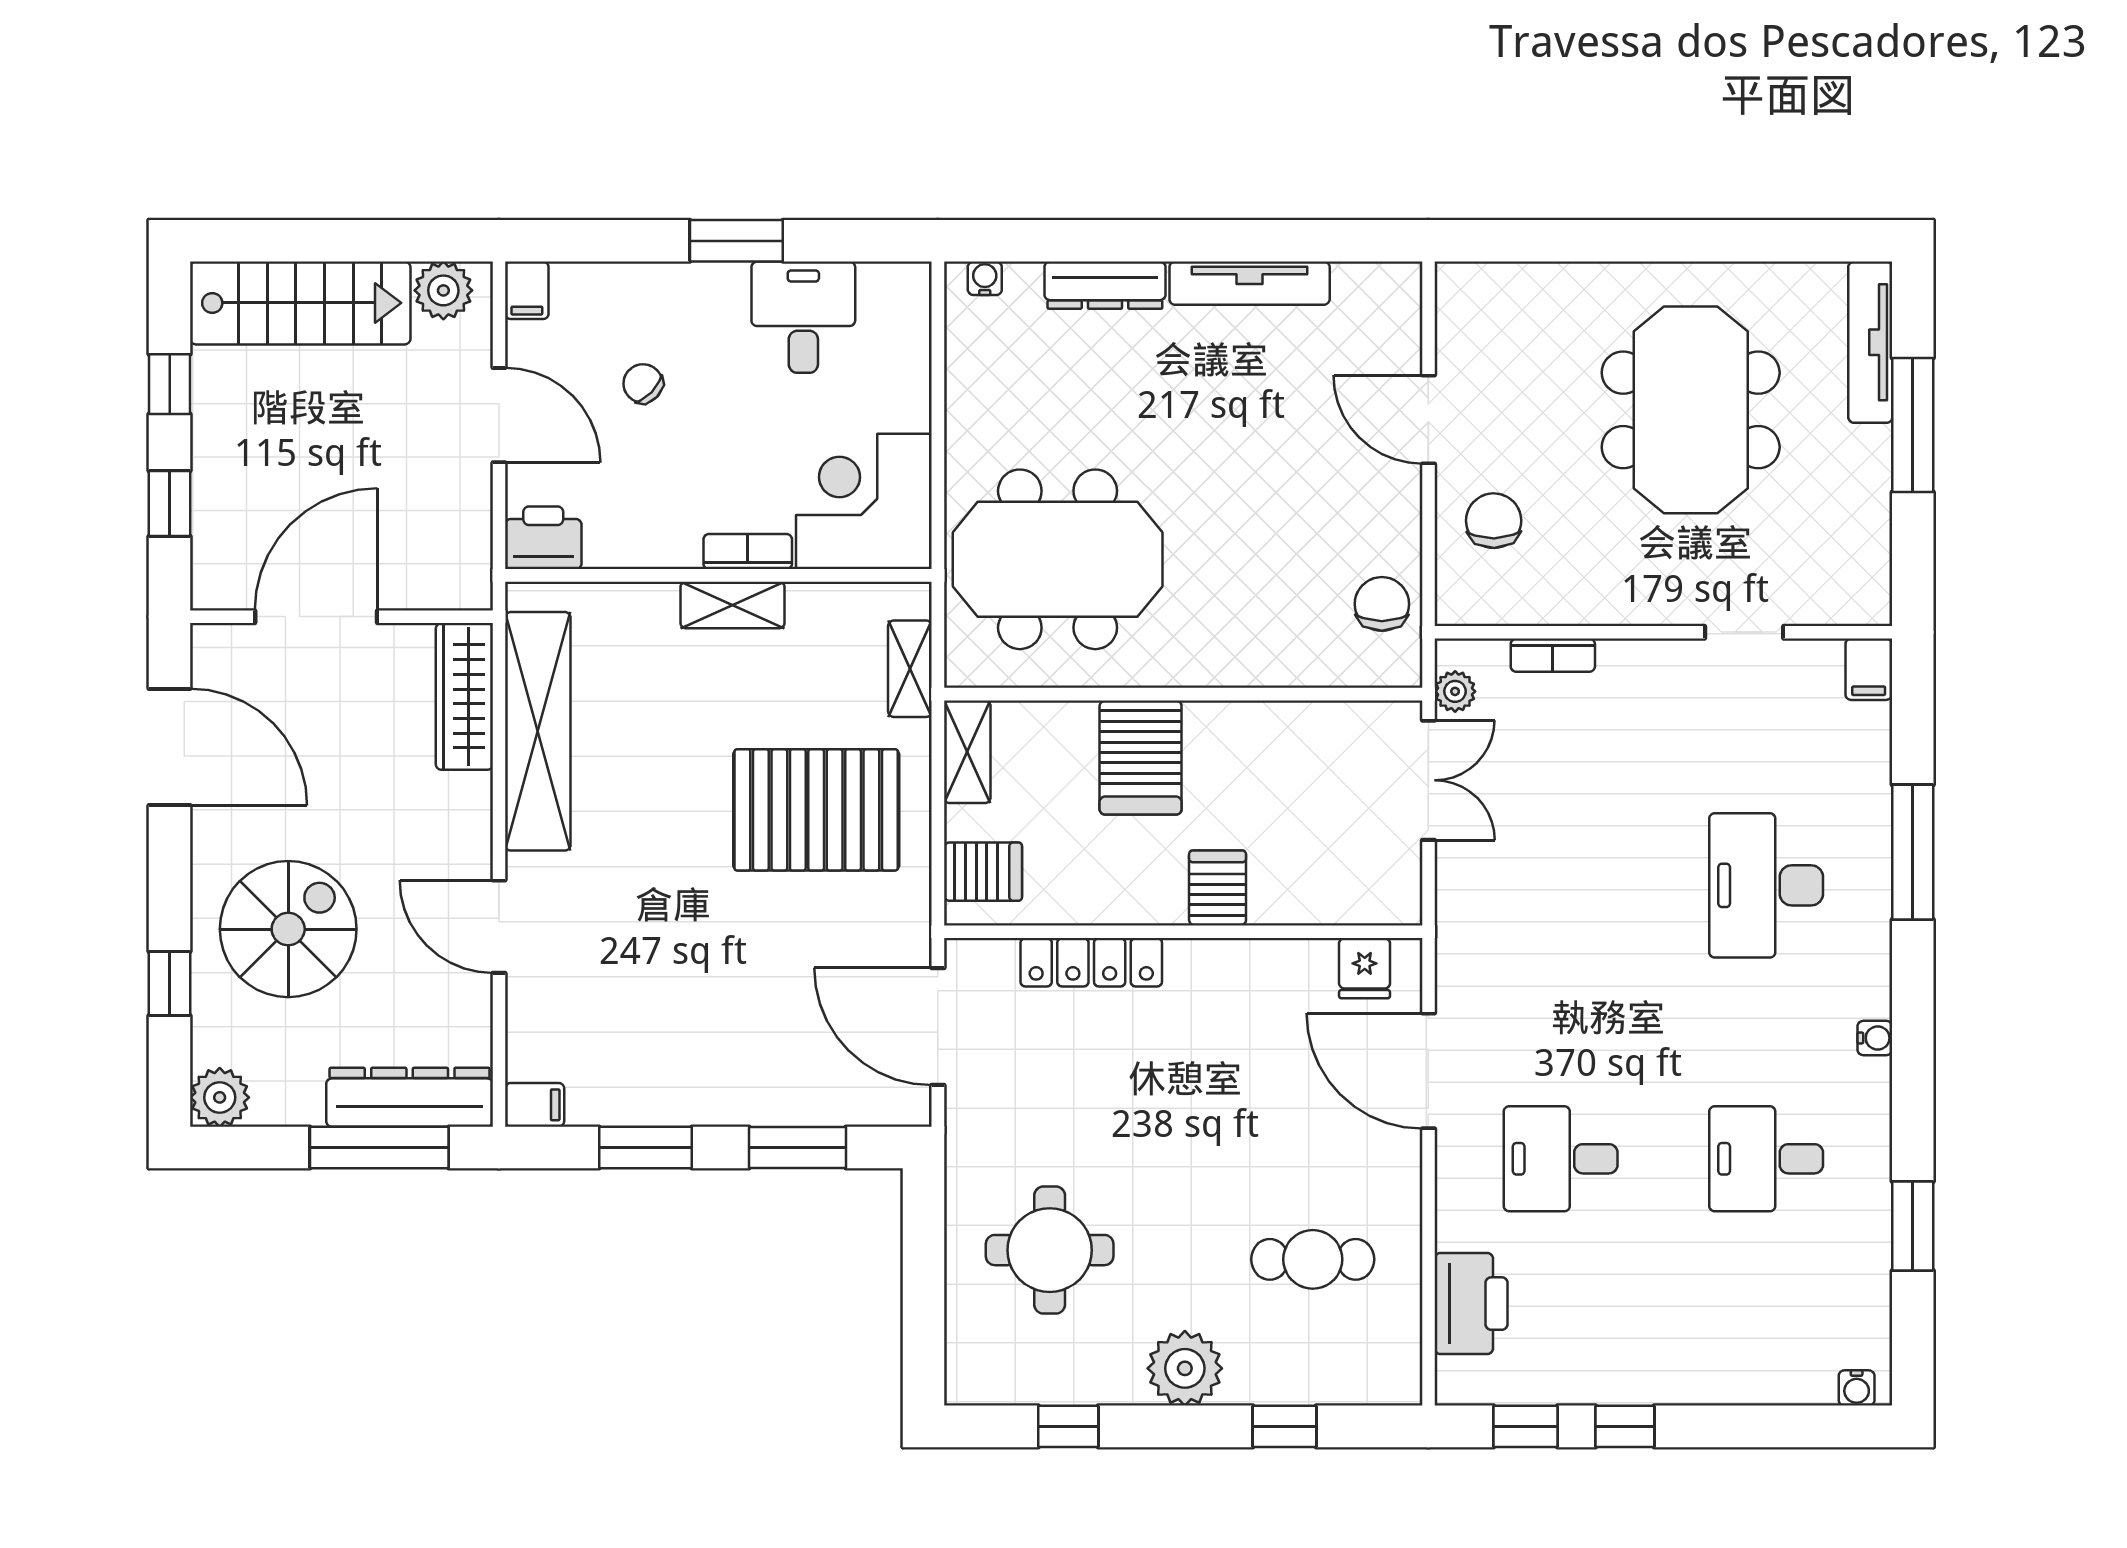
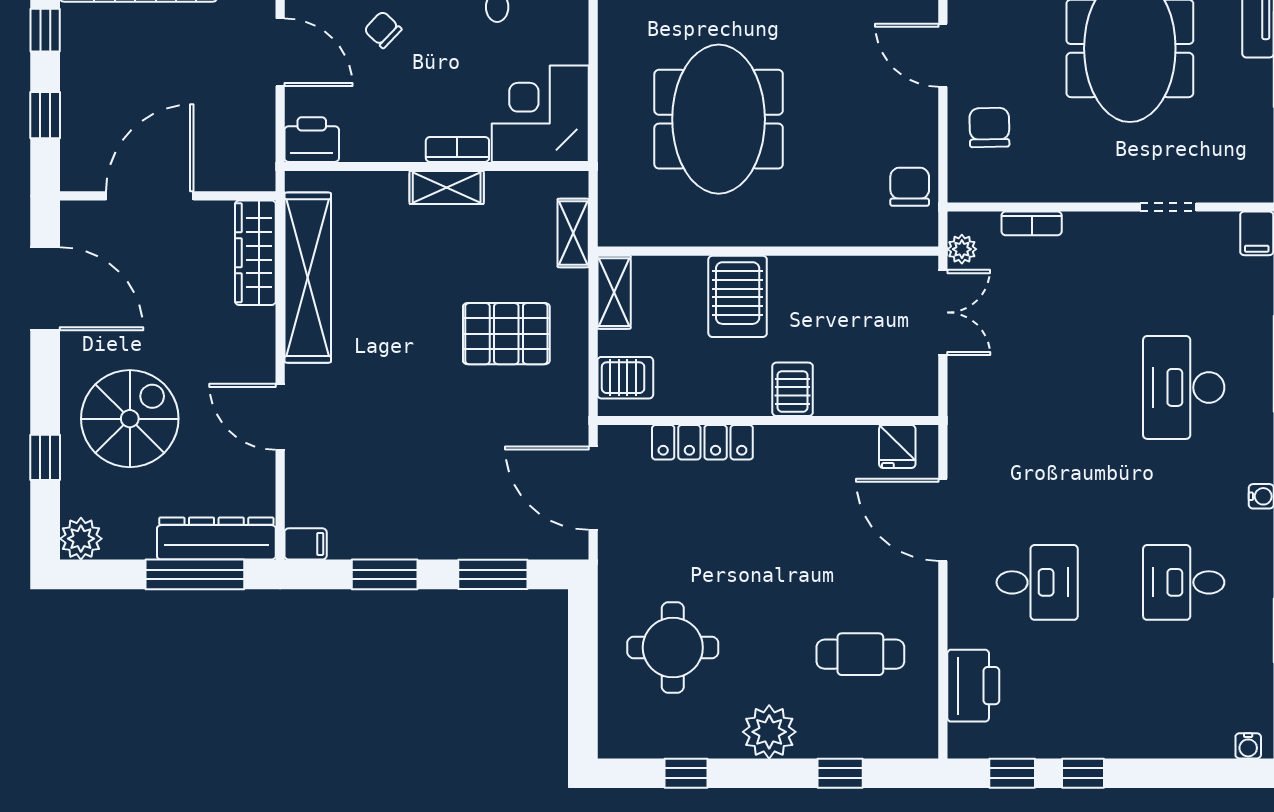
meeting table: (1058, 559) -> (719, 119), moved, turned 90
pallet: (816, 810) -> (506, 334), width x0.73, depth x0.71
desk: (1561, 1159) -> (1037, 582), turned 180

